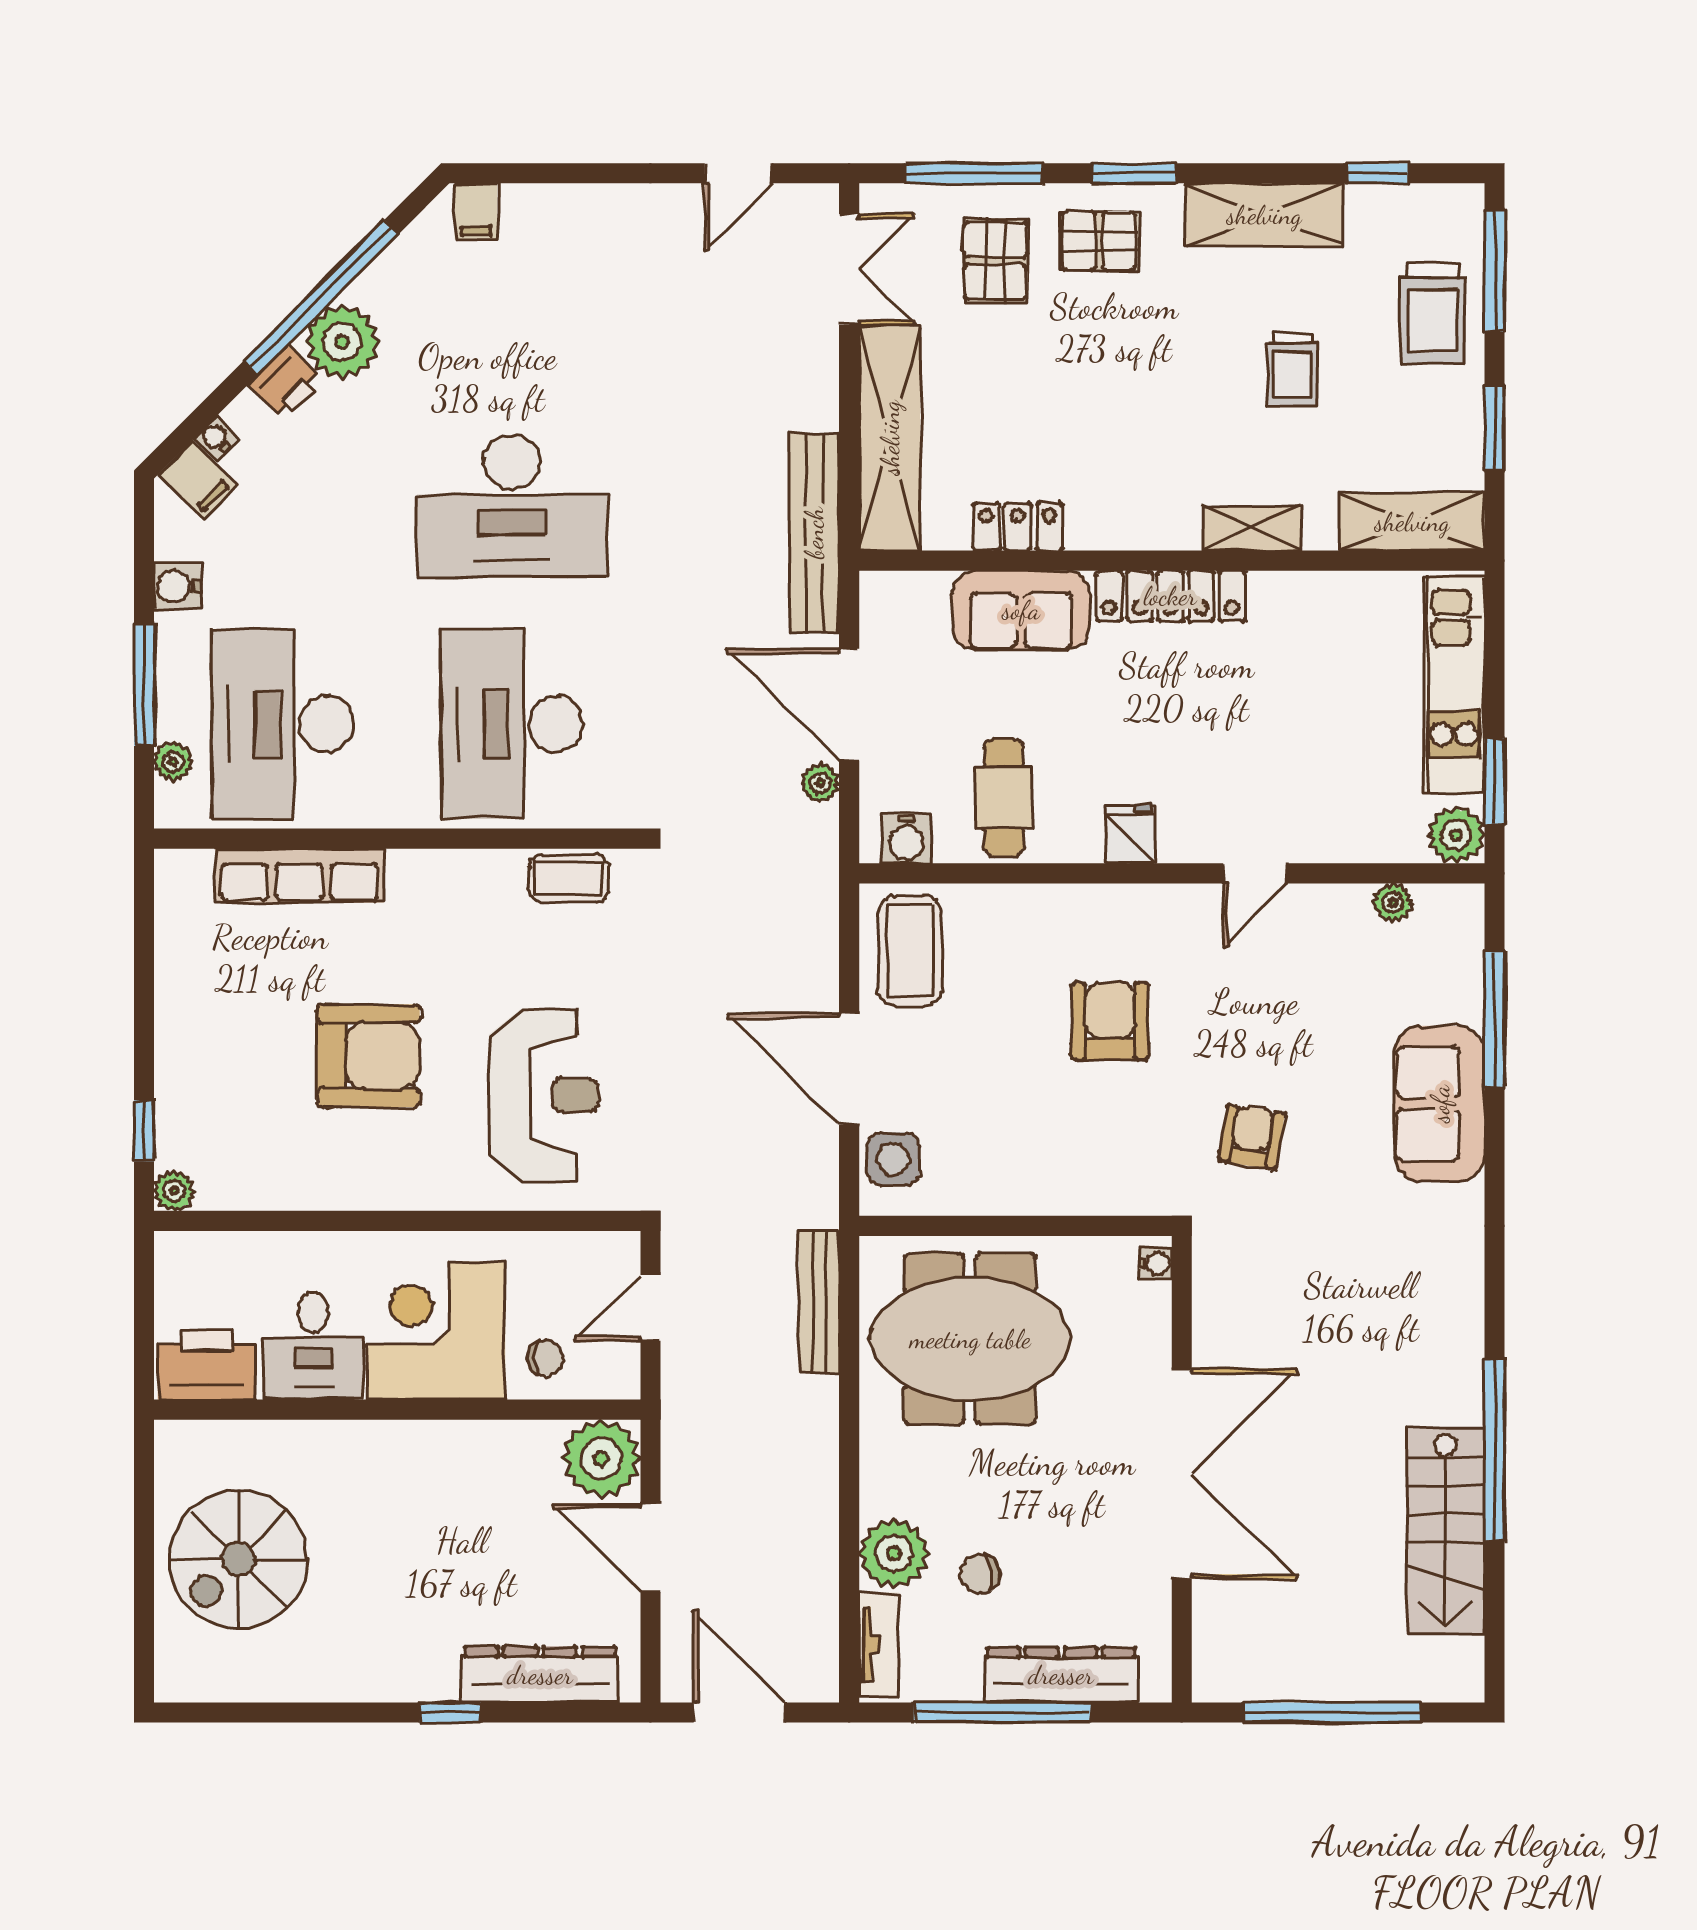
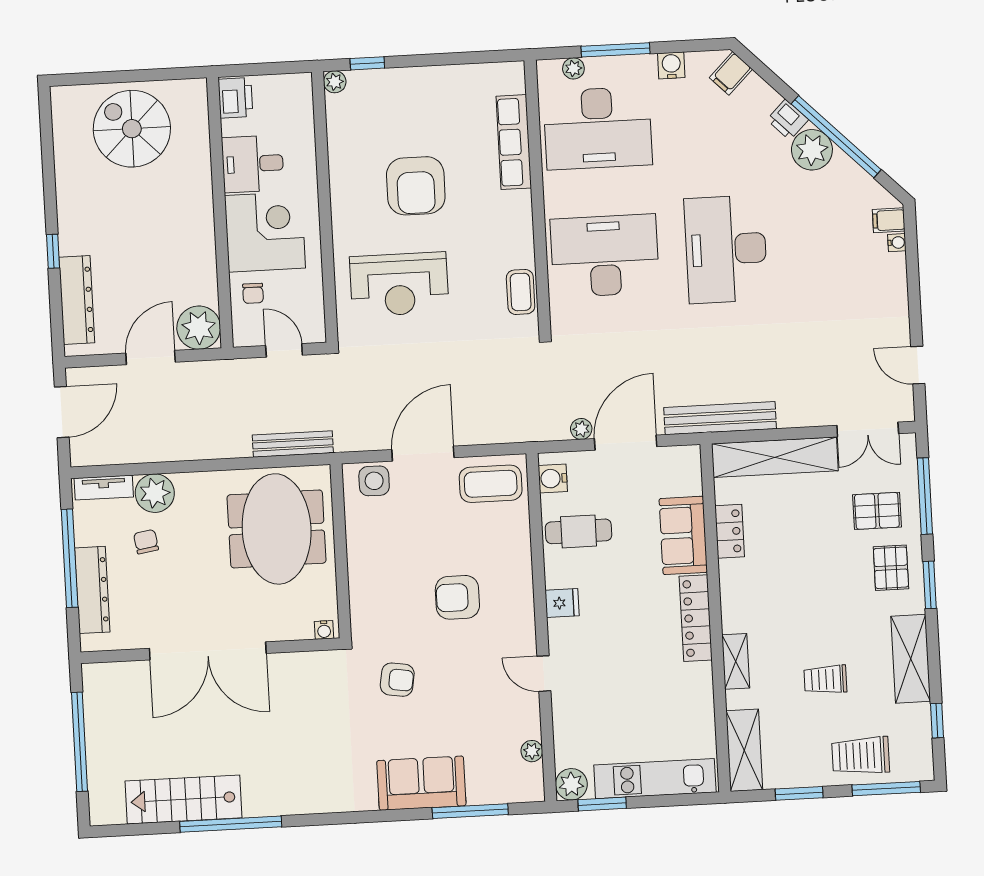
water cooler: (217, 438) -> (897, 243), moved, turned 45
desk: (283, 724) -> (598, 128), turned 180
armchair: (1110, 1021) -> (457, 597), turned 180
printer: (206, 1365) -> (235, 98), width x0.73, depth x0.84

